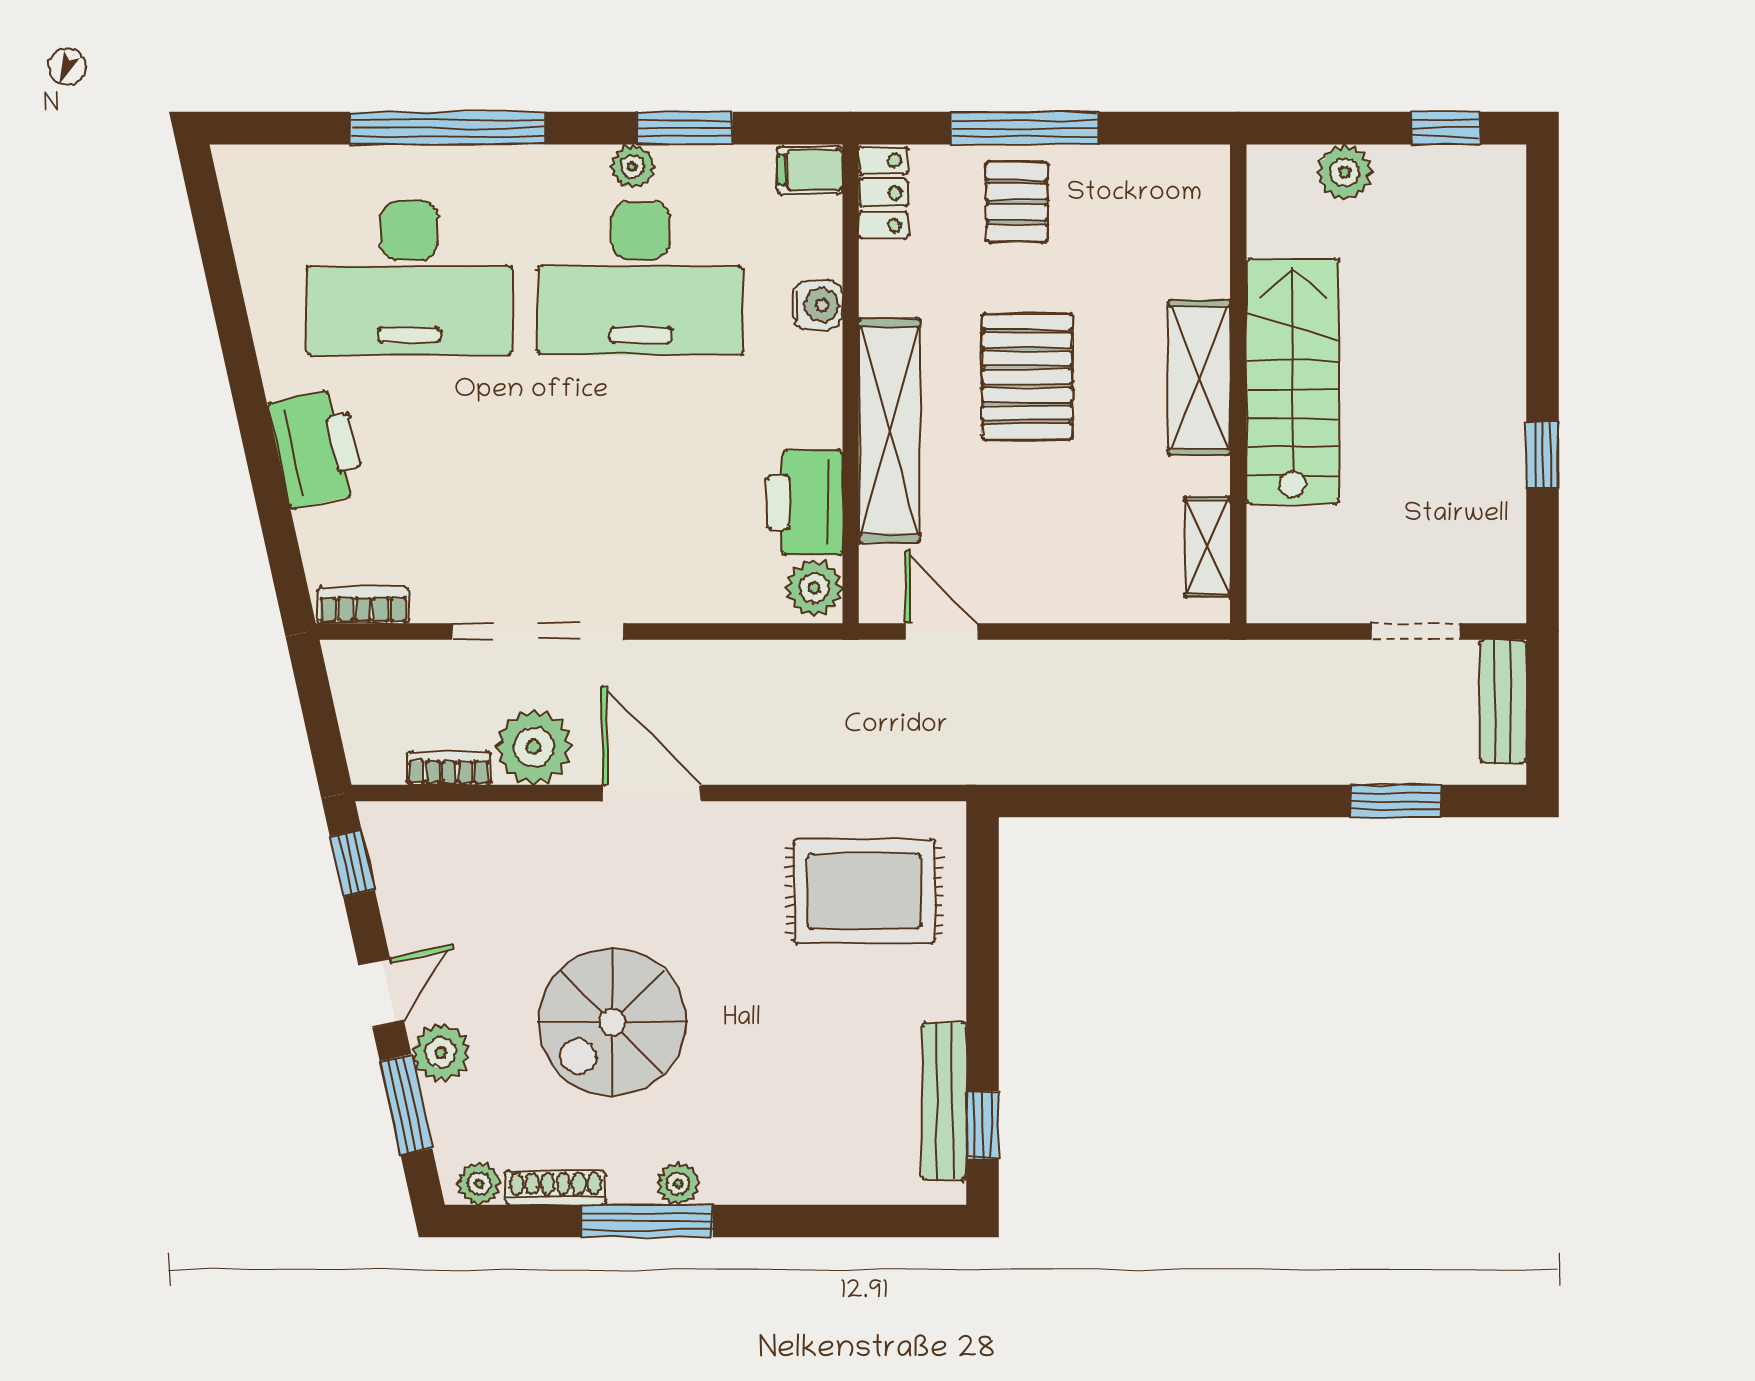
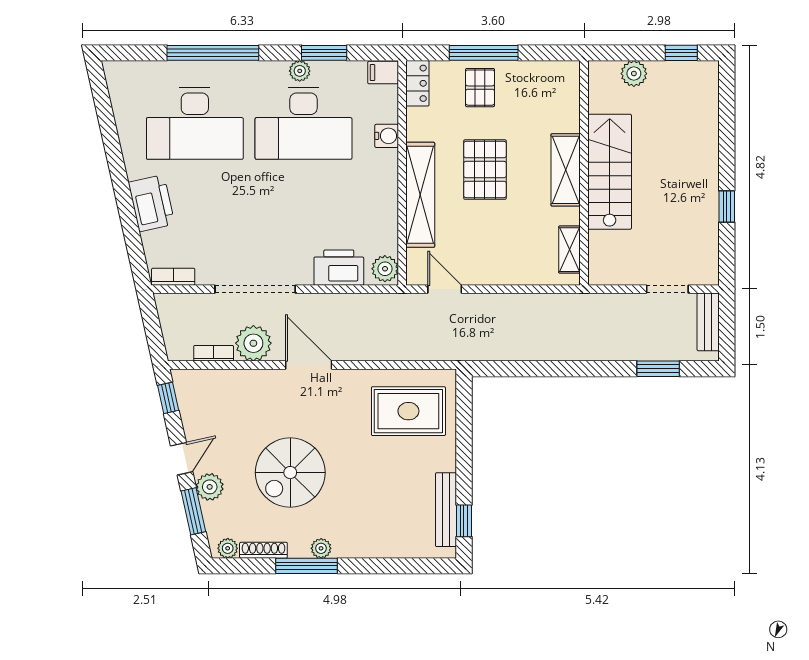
printer: (805, 503) -> (339, 268), moved, turned 90

